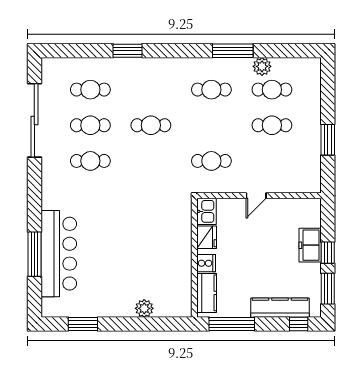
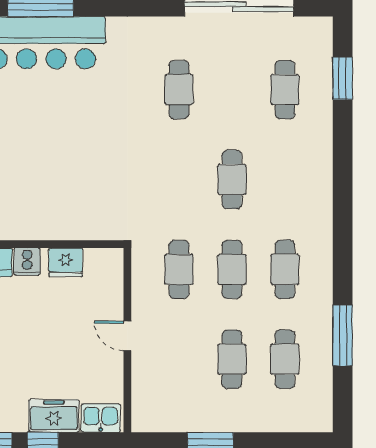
window: (128, 51) -> (343, 78), moved
window: (233, 51) -> (343, 336), moved
plant: (262, 66) -> (319, 344), removed
cafe table: (90, 125) -> (232, 269), moved
kitchen sink: (206, 211) -> (101, 418), moved, turned 180

